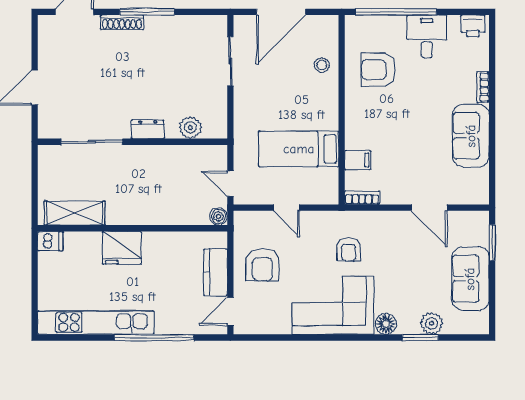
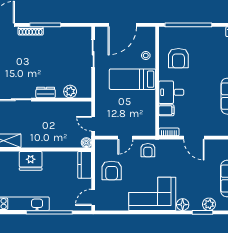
desk: (427, 36) -> (171, 92), moved, turned -90
armchair: (378, 70) -> (178, 58), turned -90
bed: (299, 149) -> (132, 79), moved
door: (286, 208) -> (125, 138), hinge flipped
door: (429, 208) -> (194, 138), moved
armchair: (349, 249) -> (148, 150), moved
kitchen counter: (215, 272) -> (85, 165), moved

